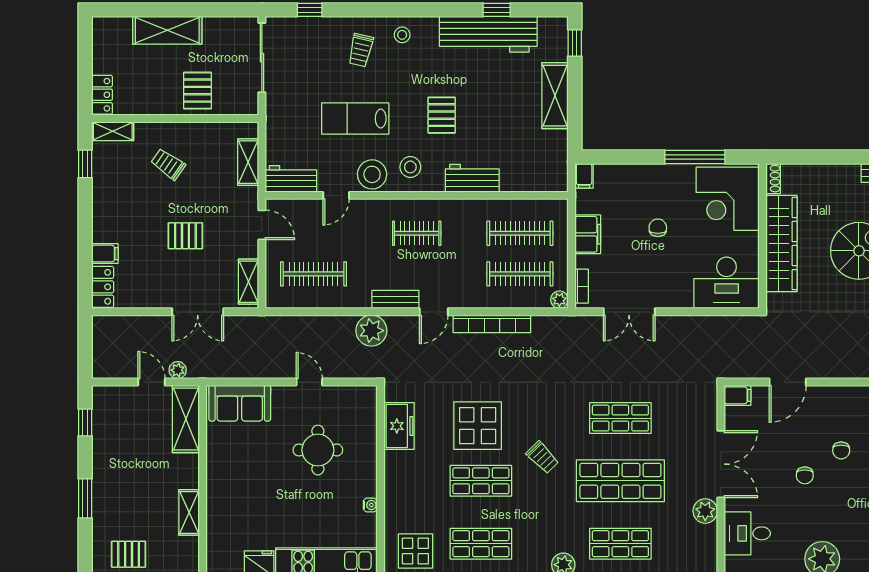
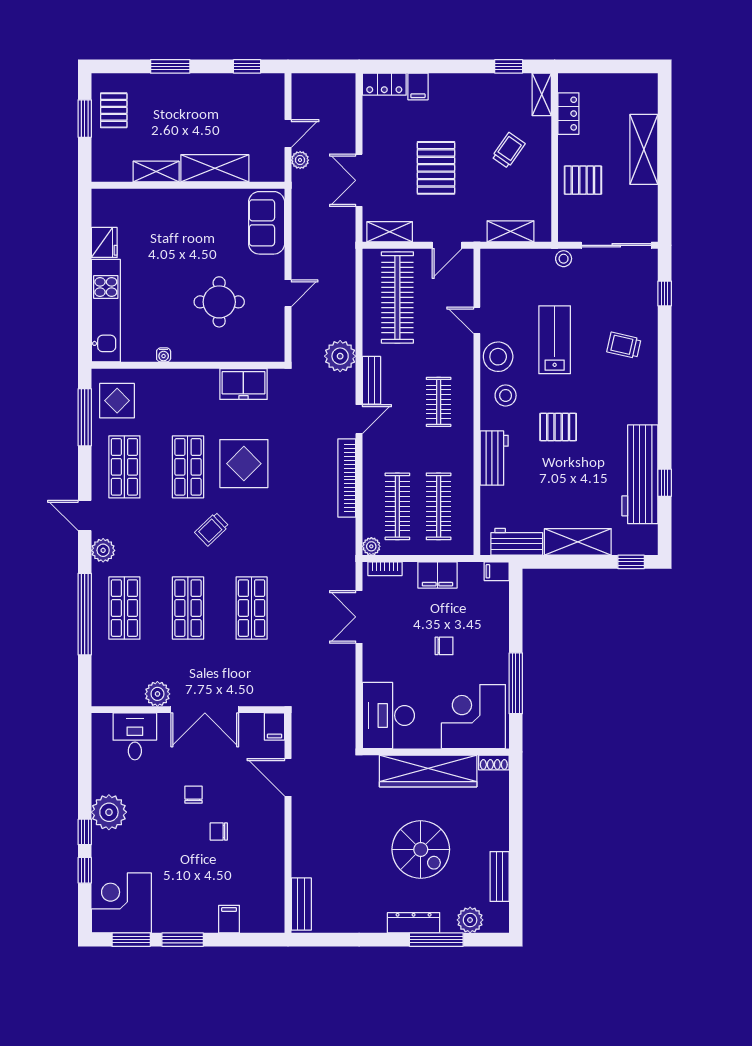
stool: (402, 35) -> (564, 259), moved
locker: (102, 95) -> (568, 114), moved, turned -90
workbench: (291, 179) -> (517, 542), moved, turned -90
pallet: (185, 236) -> (436, 168), width x1.50, depth x1.42
clothes rail: (314, 274) -> (397, 297), width x1.37, depth x1.31
door: (434, 312) -> (359, 419), swing flipped
shelving: (186, 419) -> (215, 168), moved
chair: (805, 475) -> (194, 795), turned 90
shop shelf: (620, 481) -> (188, 608), width x0.70, depth x0.74

